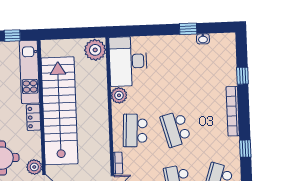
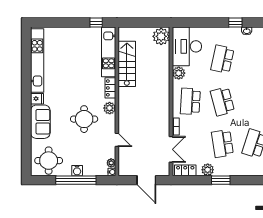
school desk: (174, 76) -> (222, 59), added
stairs: (59, 111) -> (127, 64), width x0.54, depth x0.66
plant: (34, 167) -> (110, 108), moved

